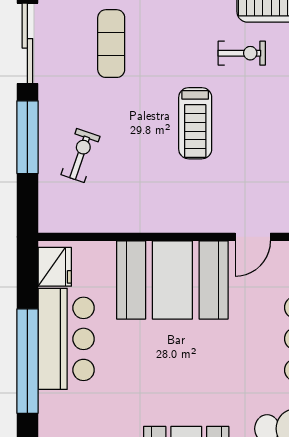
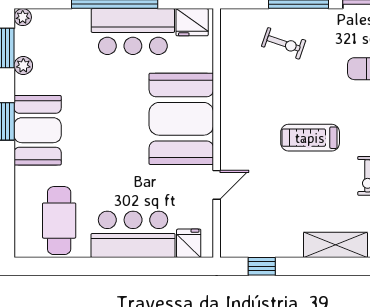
door: (253, 237) -> (217, 185), swing flipped

